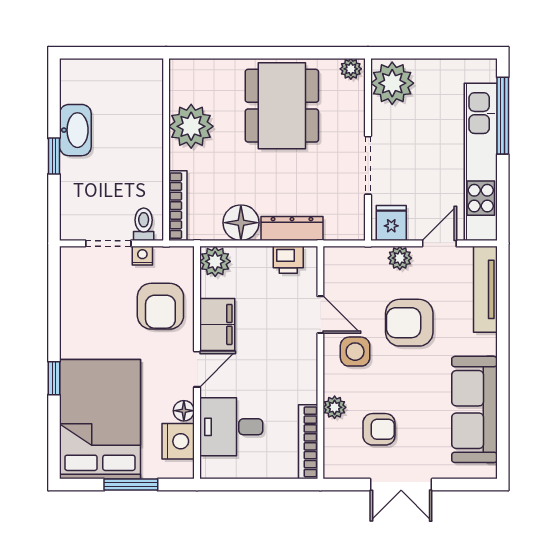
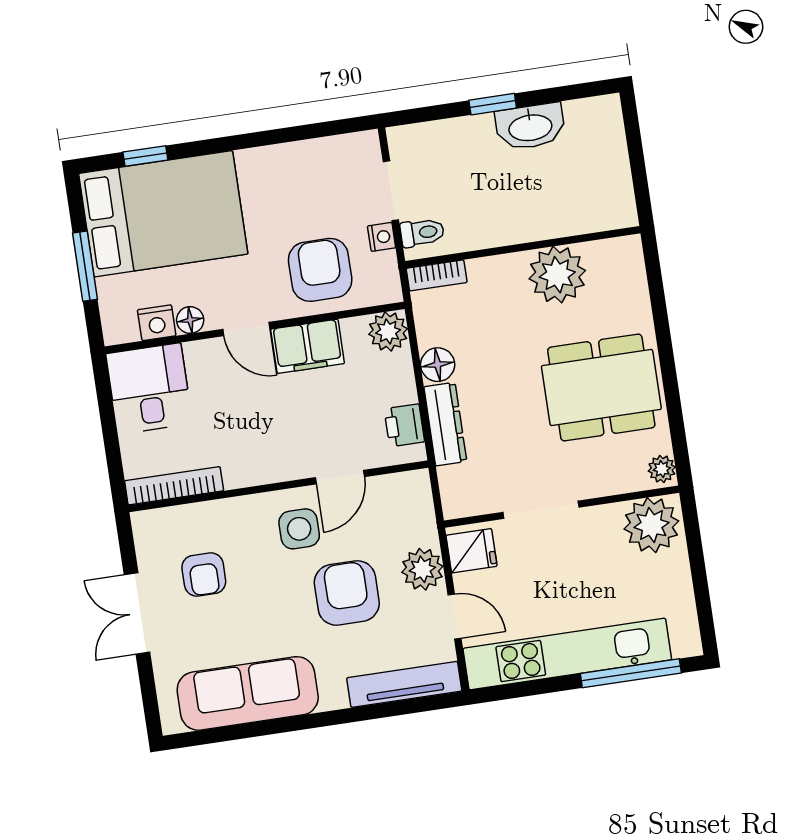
bookcase: (178, 206) -> (437, 275), width x0.64
floor lamp: (241, 223) -> (438, 365), width x0.73, depth x0.73
plant: (400, 258) -> (422, 569), width x1.38, depth x1.38
armchair: (160, 306) -> (320, 270), turned 90
window: (54, 378) -> (145, 156), moved
plant: (335, 407) -> (224, 513), removed
desk: (231, 427) -> (149, 389), moved
nightstand: (178, 441) -> (157, 323), width x0.74, depth x0.75

